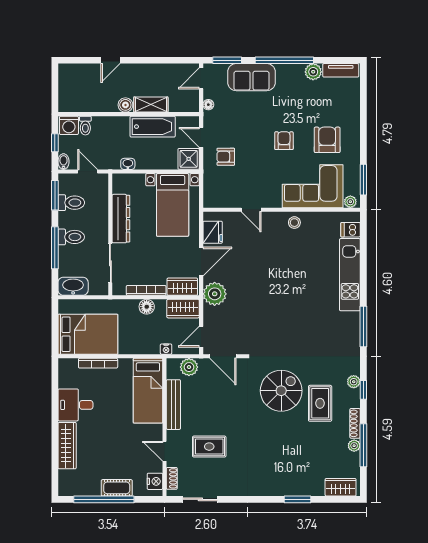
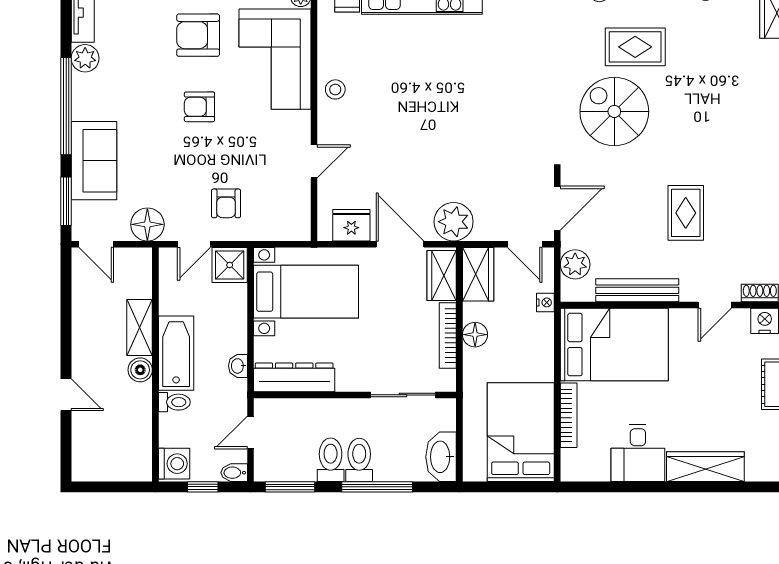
floor lamp: (208, 105) -> (147, 224), width x1.89, depth x1.89
toilet: (85, 126) -> (174, 402), moved
bathtub: (153, 127) -> (176, 353), moved
toilet: (71, 203) -> (331, 460), moved
dresser: (121, 219) -> (294, 377), moved
bed: (148, 391) -> (614, 345), width x1.50
rug: (209, 447) -> (686, 213), moved

